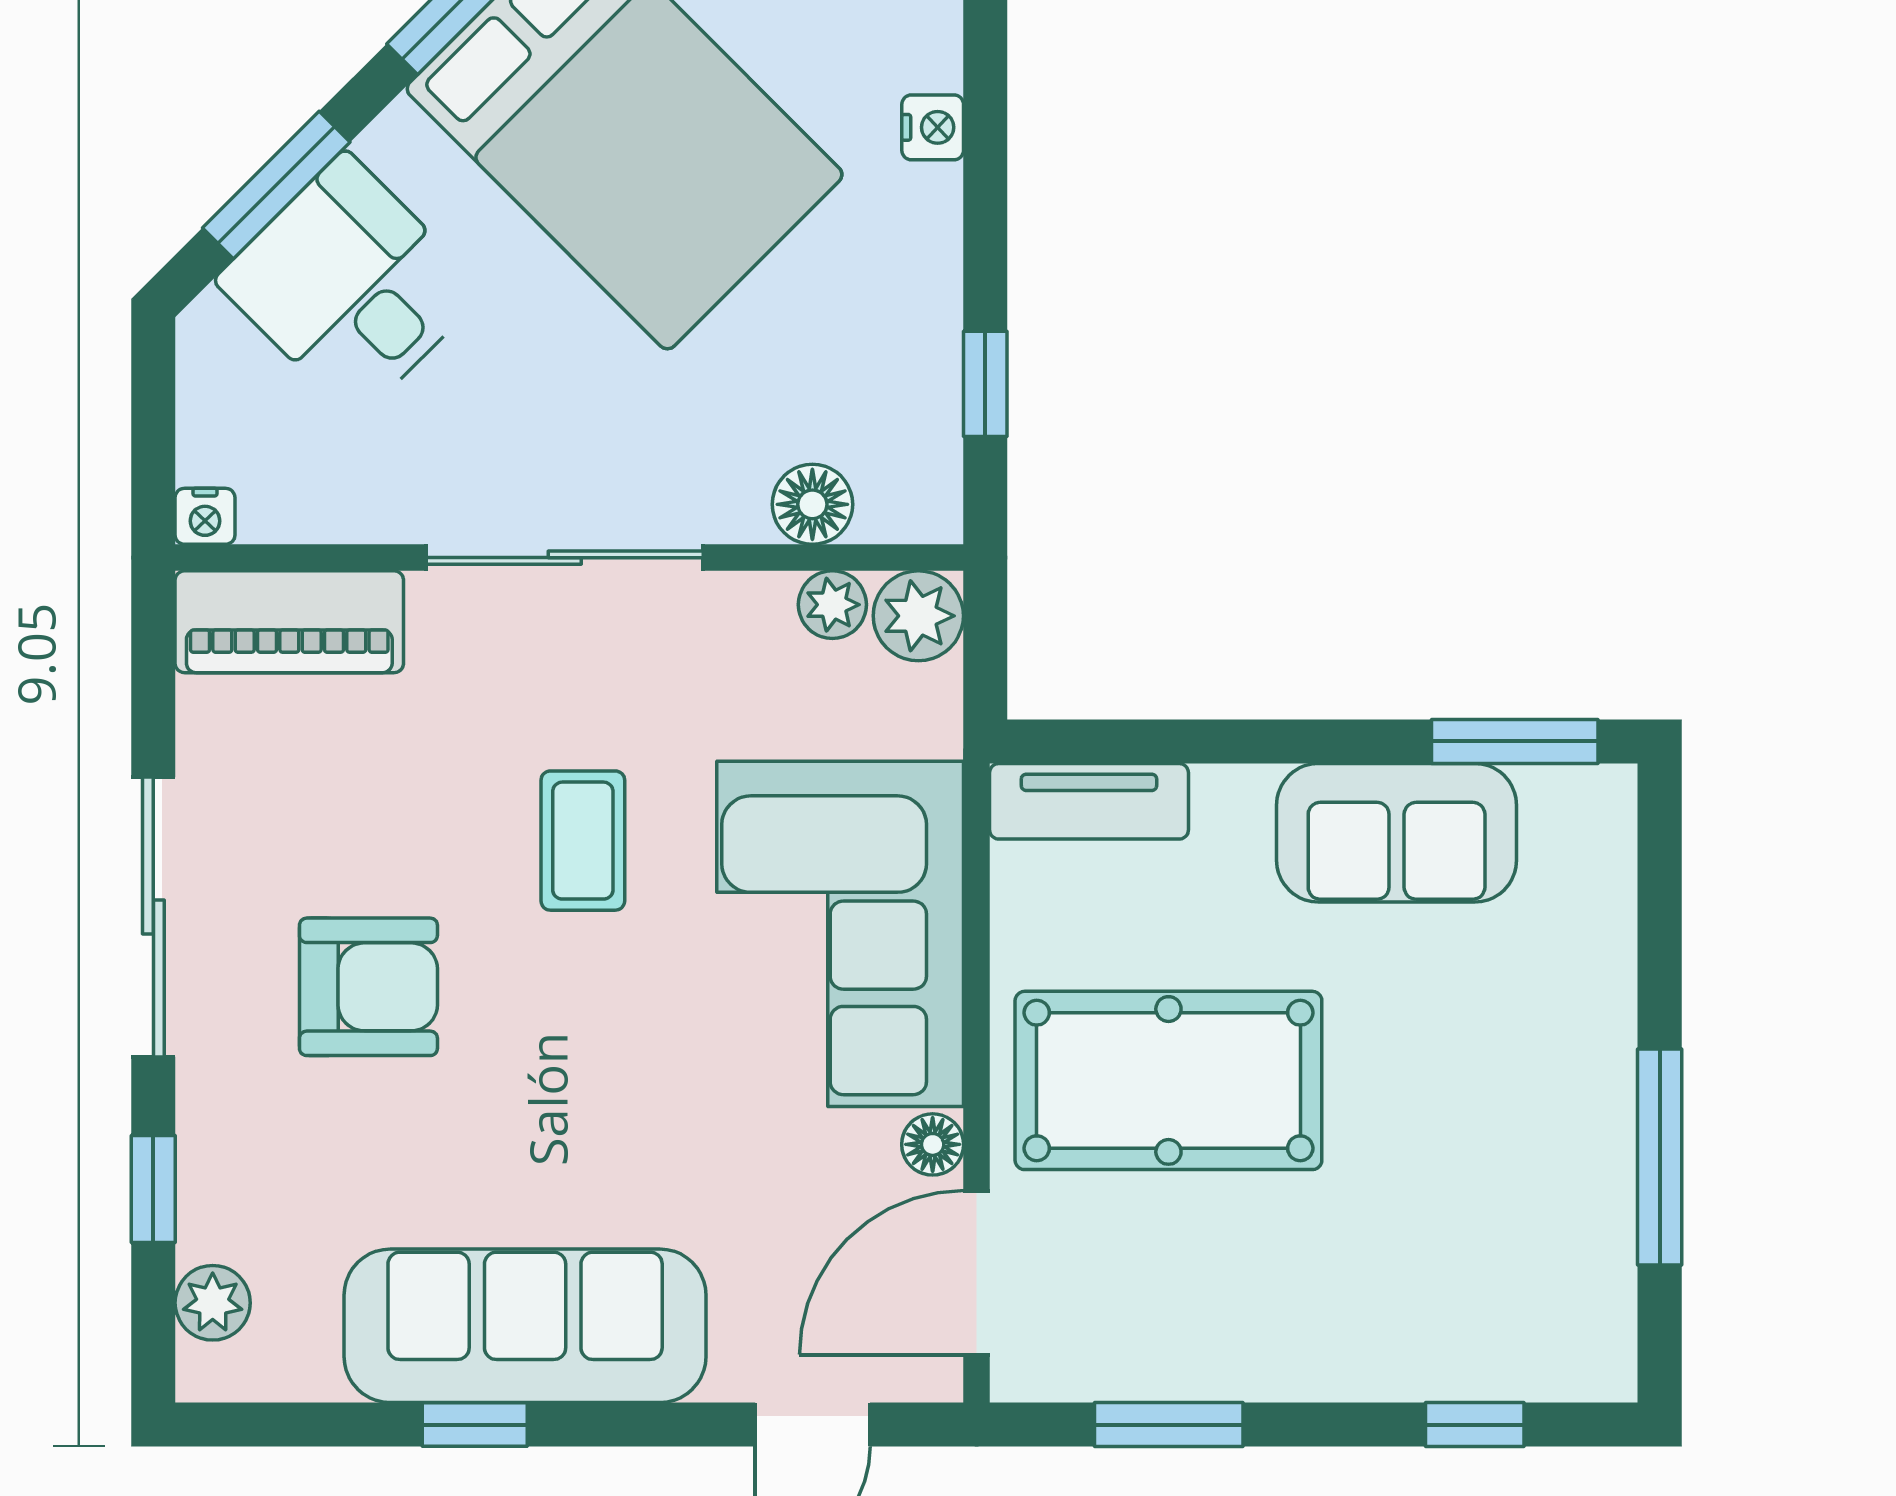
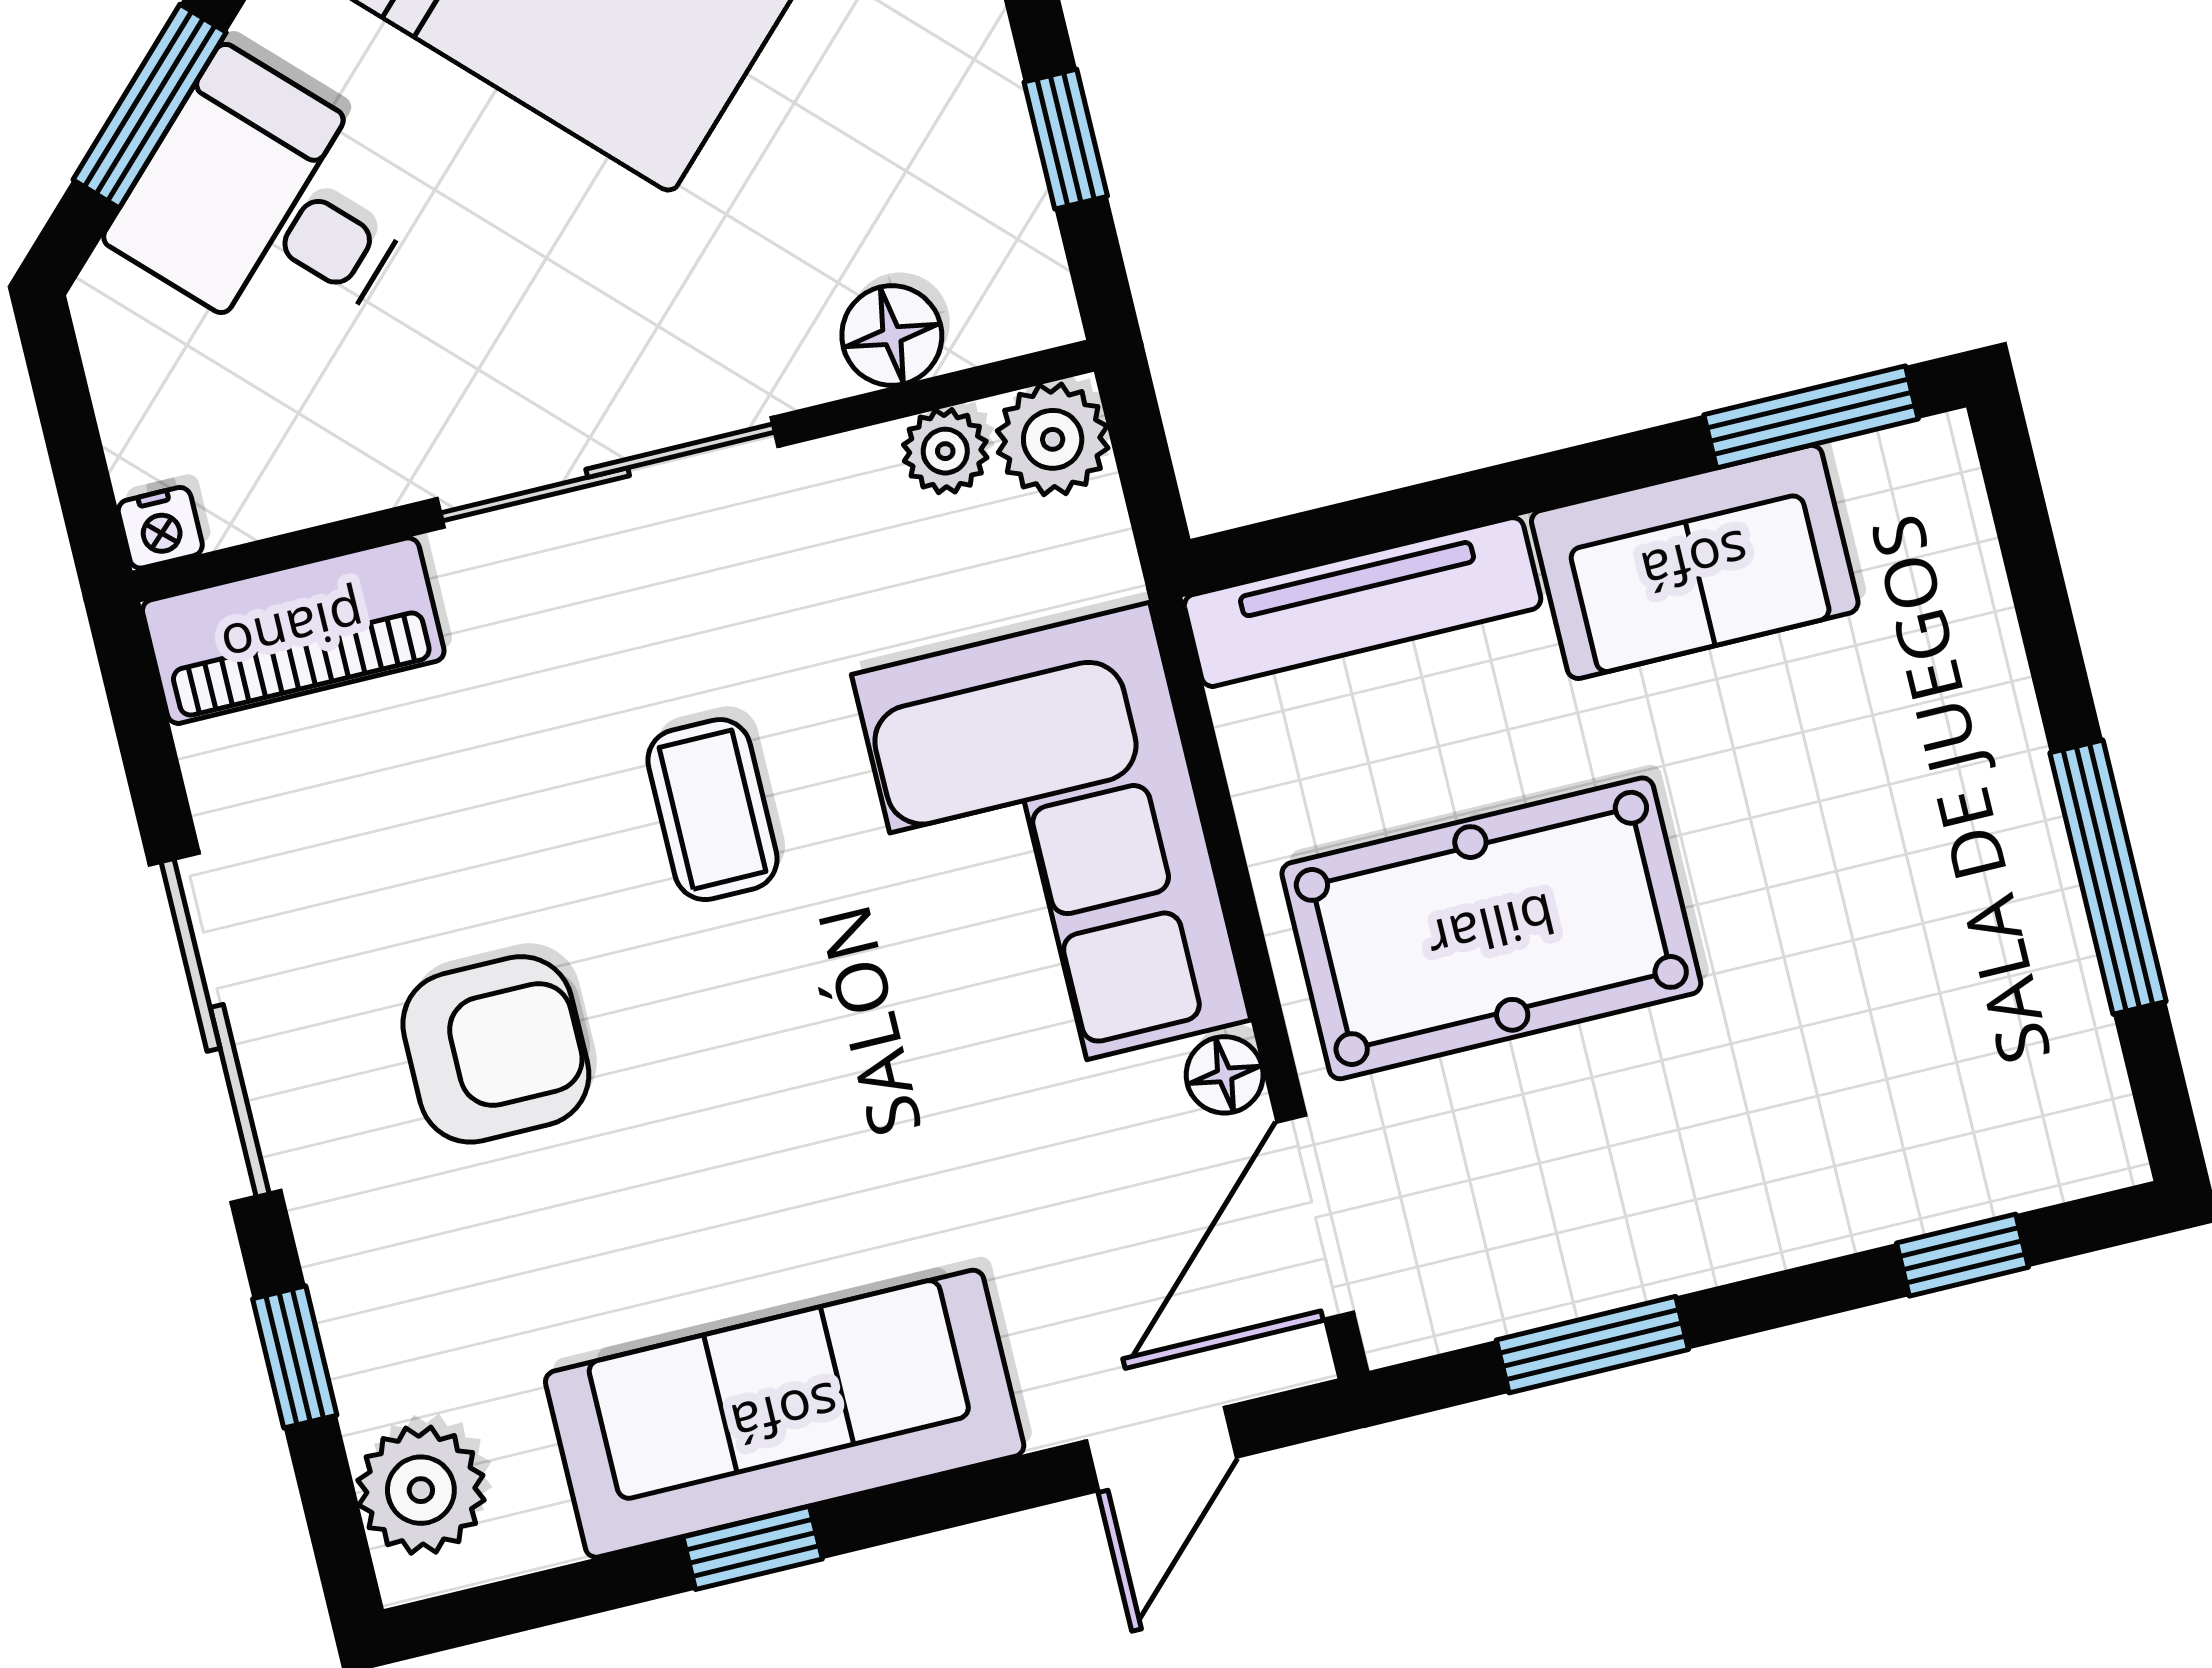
tv unit: (1089, 801) -> (1363, 602), width x1.41
plant: (213, 1303) -> (421, 1490), width x1.38, depth x1.38

